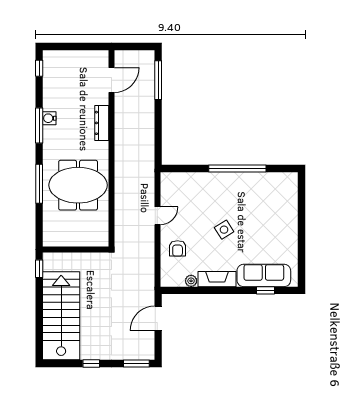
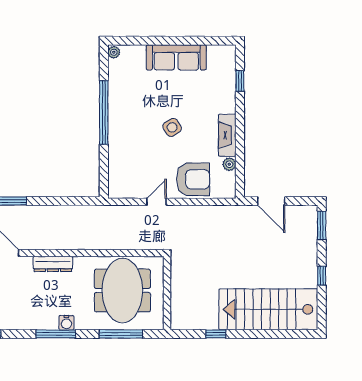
water cooler: (49, 118) -> (66, 323), moved
plant: (291, 177) -> (114, 52), added
door: (157, 216) -> (157, 202), hinge flipped
armchair: (178, 248) -> (193, 179), width x1.88, depth x1.88
wall: (76, 250) -> (167, 293), moved
sofa: (264, 275) -> (176, 57), moved, turned -90

